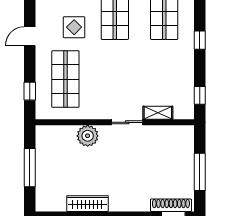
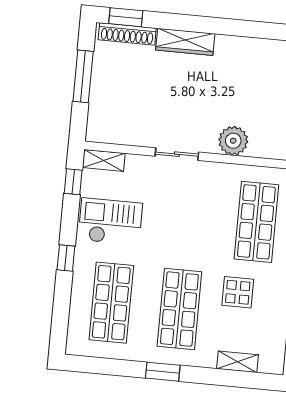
checkout: (170, 69) -> (110, 222), added
shelving: (158, 113) -> (104, 160), moved
wardrobe: (87, 204) -> (185, 42), moved

